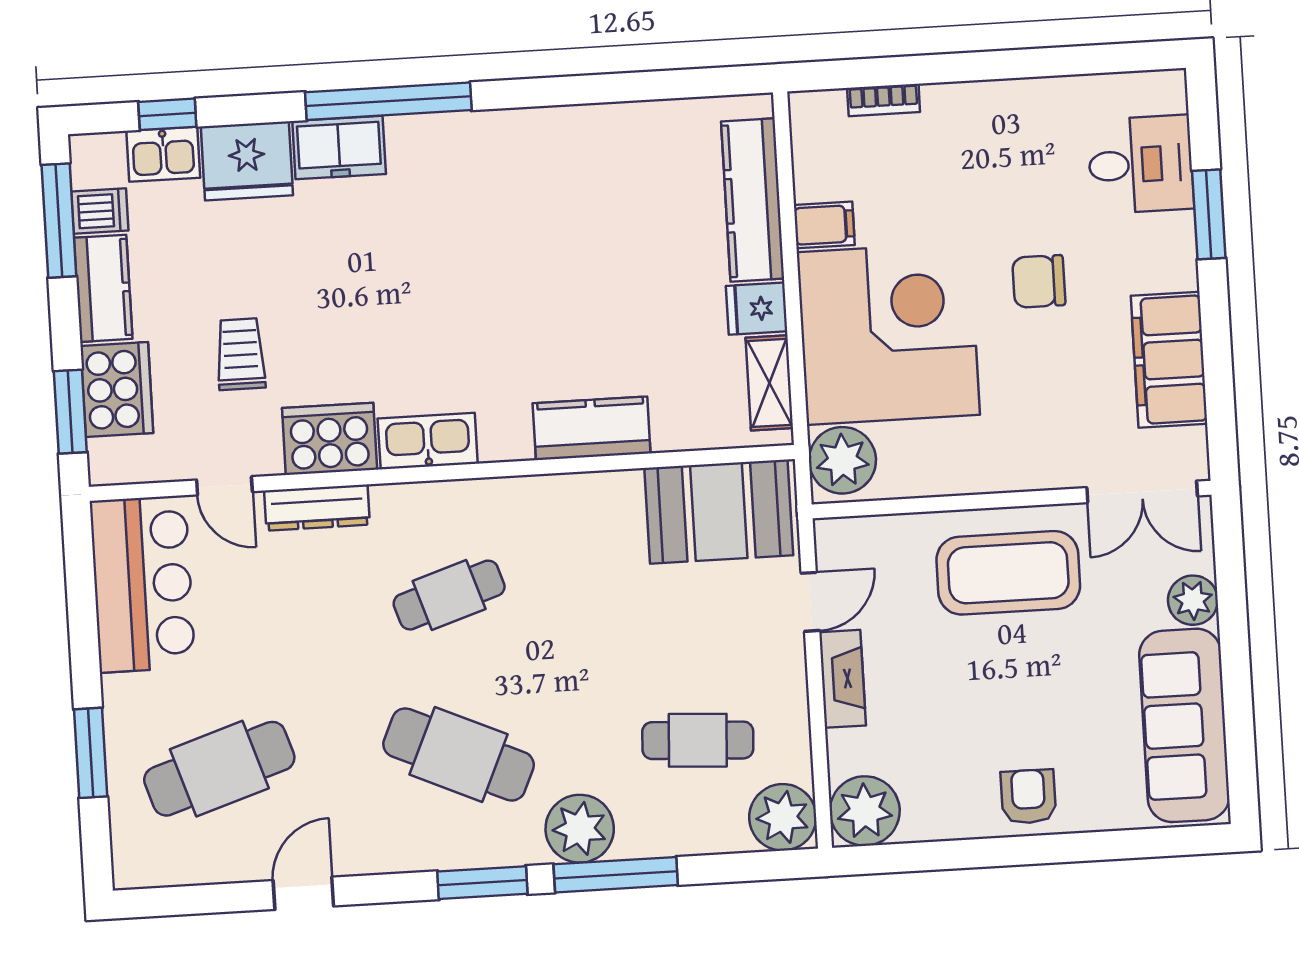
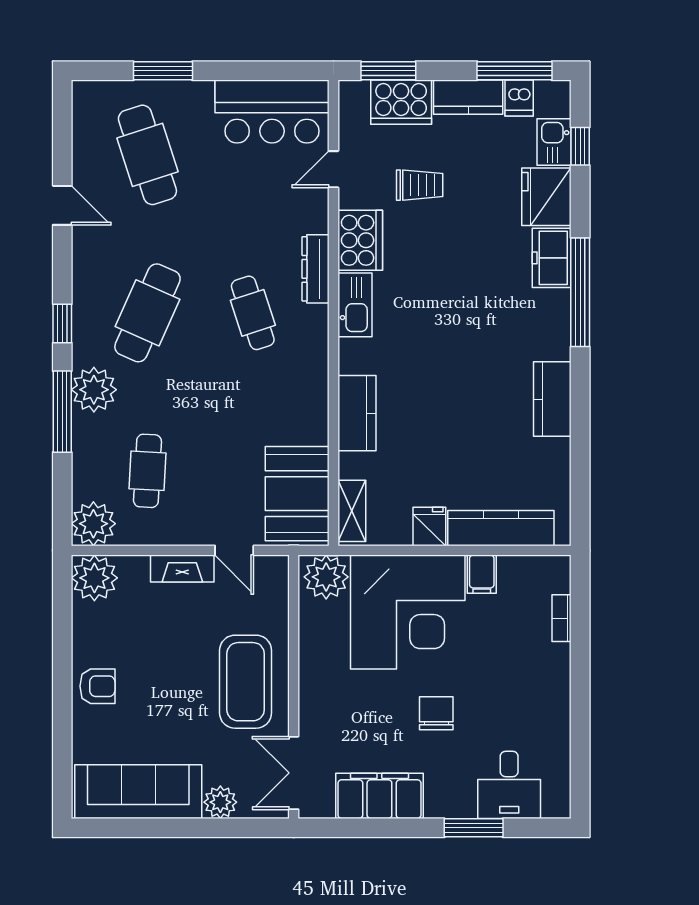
kitchen counter: (553, 134) -> (552, 399), added
shelving: (769, 383) -> (352, 511), moved, turned 90
dresser: (317, 508) -> (316, 269), moved
window: (482, 883) -> (62, 324), width x0.67

